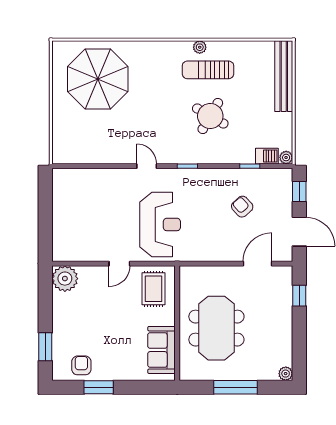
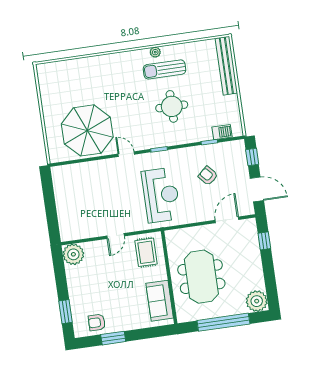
parasol: (98, 79) -> (87, 130), moved
round table: (210, 116) -> (172, 106), turned -30
plant: (286, 158) -> (238, 131), removed
reception desk: (160, 224) -> (161, 195), moved
armchair: (81, 365) -> (97, 322), turned -90
plant: (286, 374) -> (257, 301), width x1.88, depth x1.88
window: (235, 387) -> (223, 322), width x1.46

